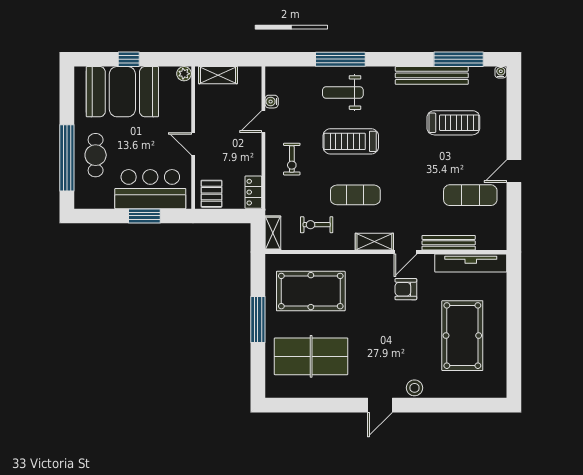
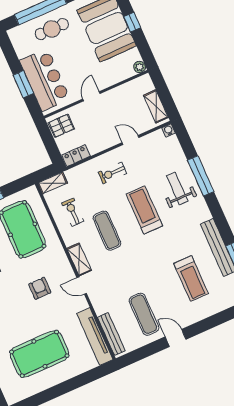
shelving: (218, 75) -> (156, 106), moved
water cooler: (272, 102) -> (168, 130), moved
bench: (449, 243) -> (111, 334), moved
armchair: (406, 289) -> (40, 288), moved

